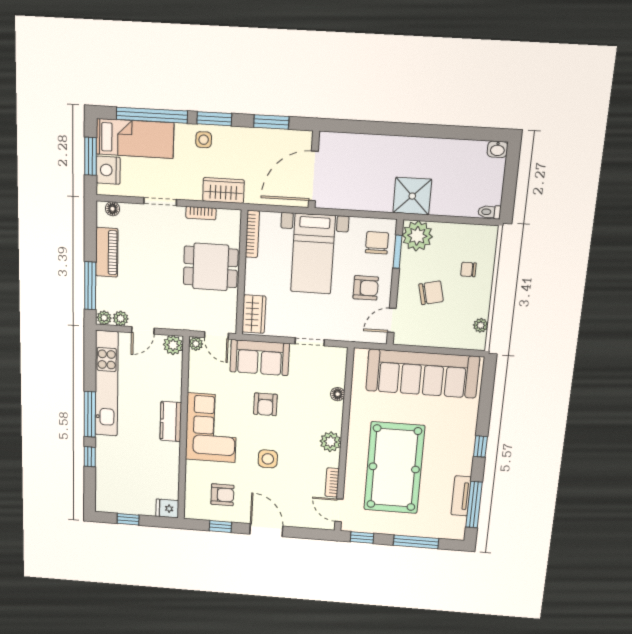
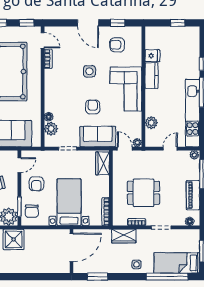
window: (214, 119) -> (131, 277), removed
nightstand: (108, 170) -> (192, 244), removed
dining table: (211, 267) -> (144, 193), moved
armchair: (366, 288) -> (36, 184), turned -90
plant: (121, 318) -> (184, 155), removed
plant: (173, 345) -> (151, 123), moved
kitchen counter: (171, 421) -> (152, 76), moved
plant: (330, 442) -> (51, 129), moved
fridge: (167, 508) -> (152, 56), moved

